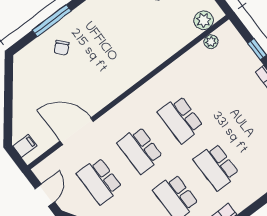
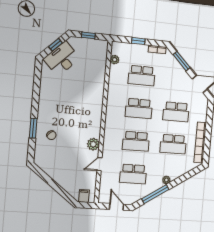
plant: (204, 20) -> (93, 144), moved
window: (52, 21) -> (33, 128), width x0.69
school desk: (221, 89) -> (142, 76), added
door: (77, 131) -> (99, 164), width x0.53

